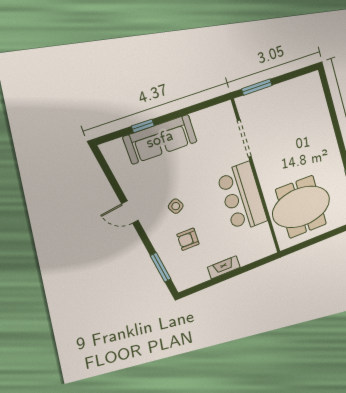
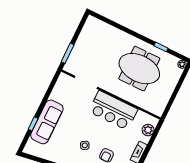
meeting table: (301, 207) -> (139, 69), moved, turned 90
plant: (256, 252) -> (148, 130), added

